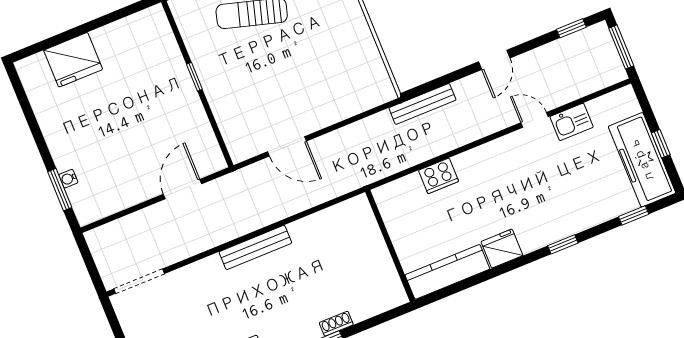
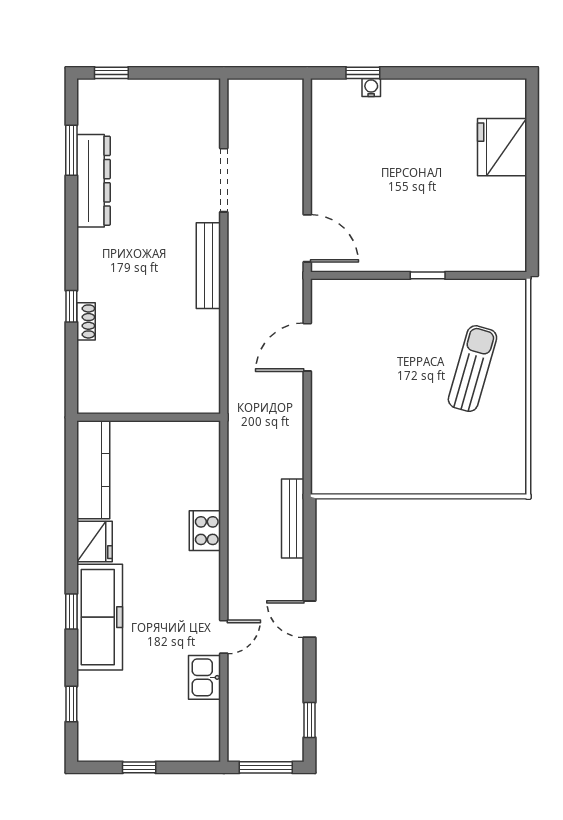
freezer: (642, 160) -> (100, 617), moved, turned 90
cooker: (438, 176) -> (205, 531), moved
door: (183, 189) -> (307, 238), moved
window: (60, 190) -> (363, 73), width x0.67
doorway: (139, 281) -> (224, 180), moved

